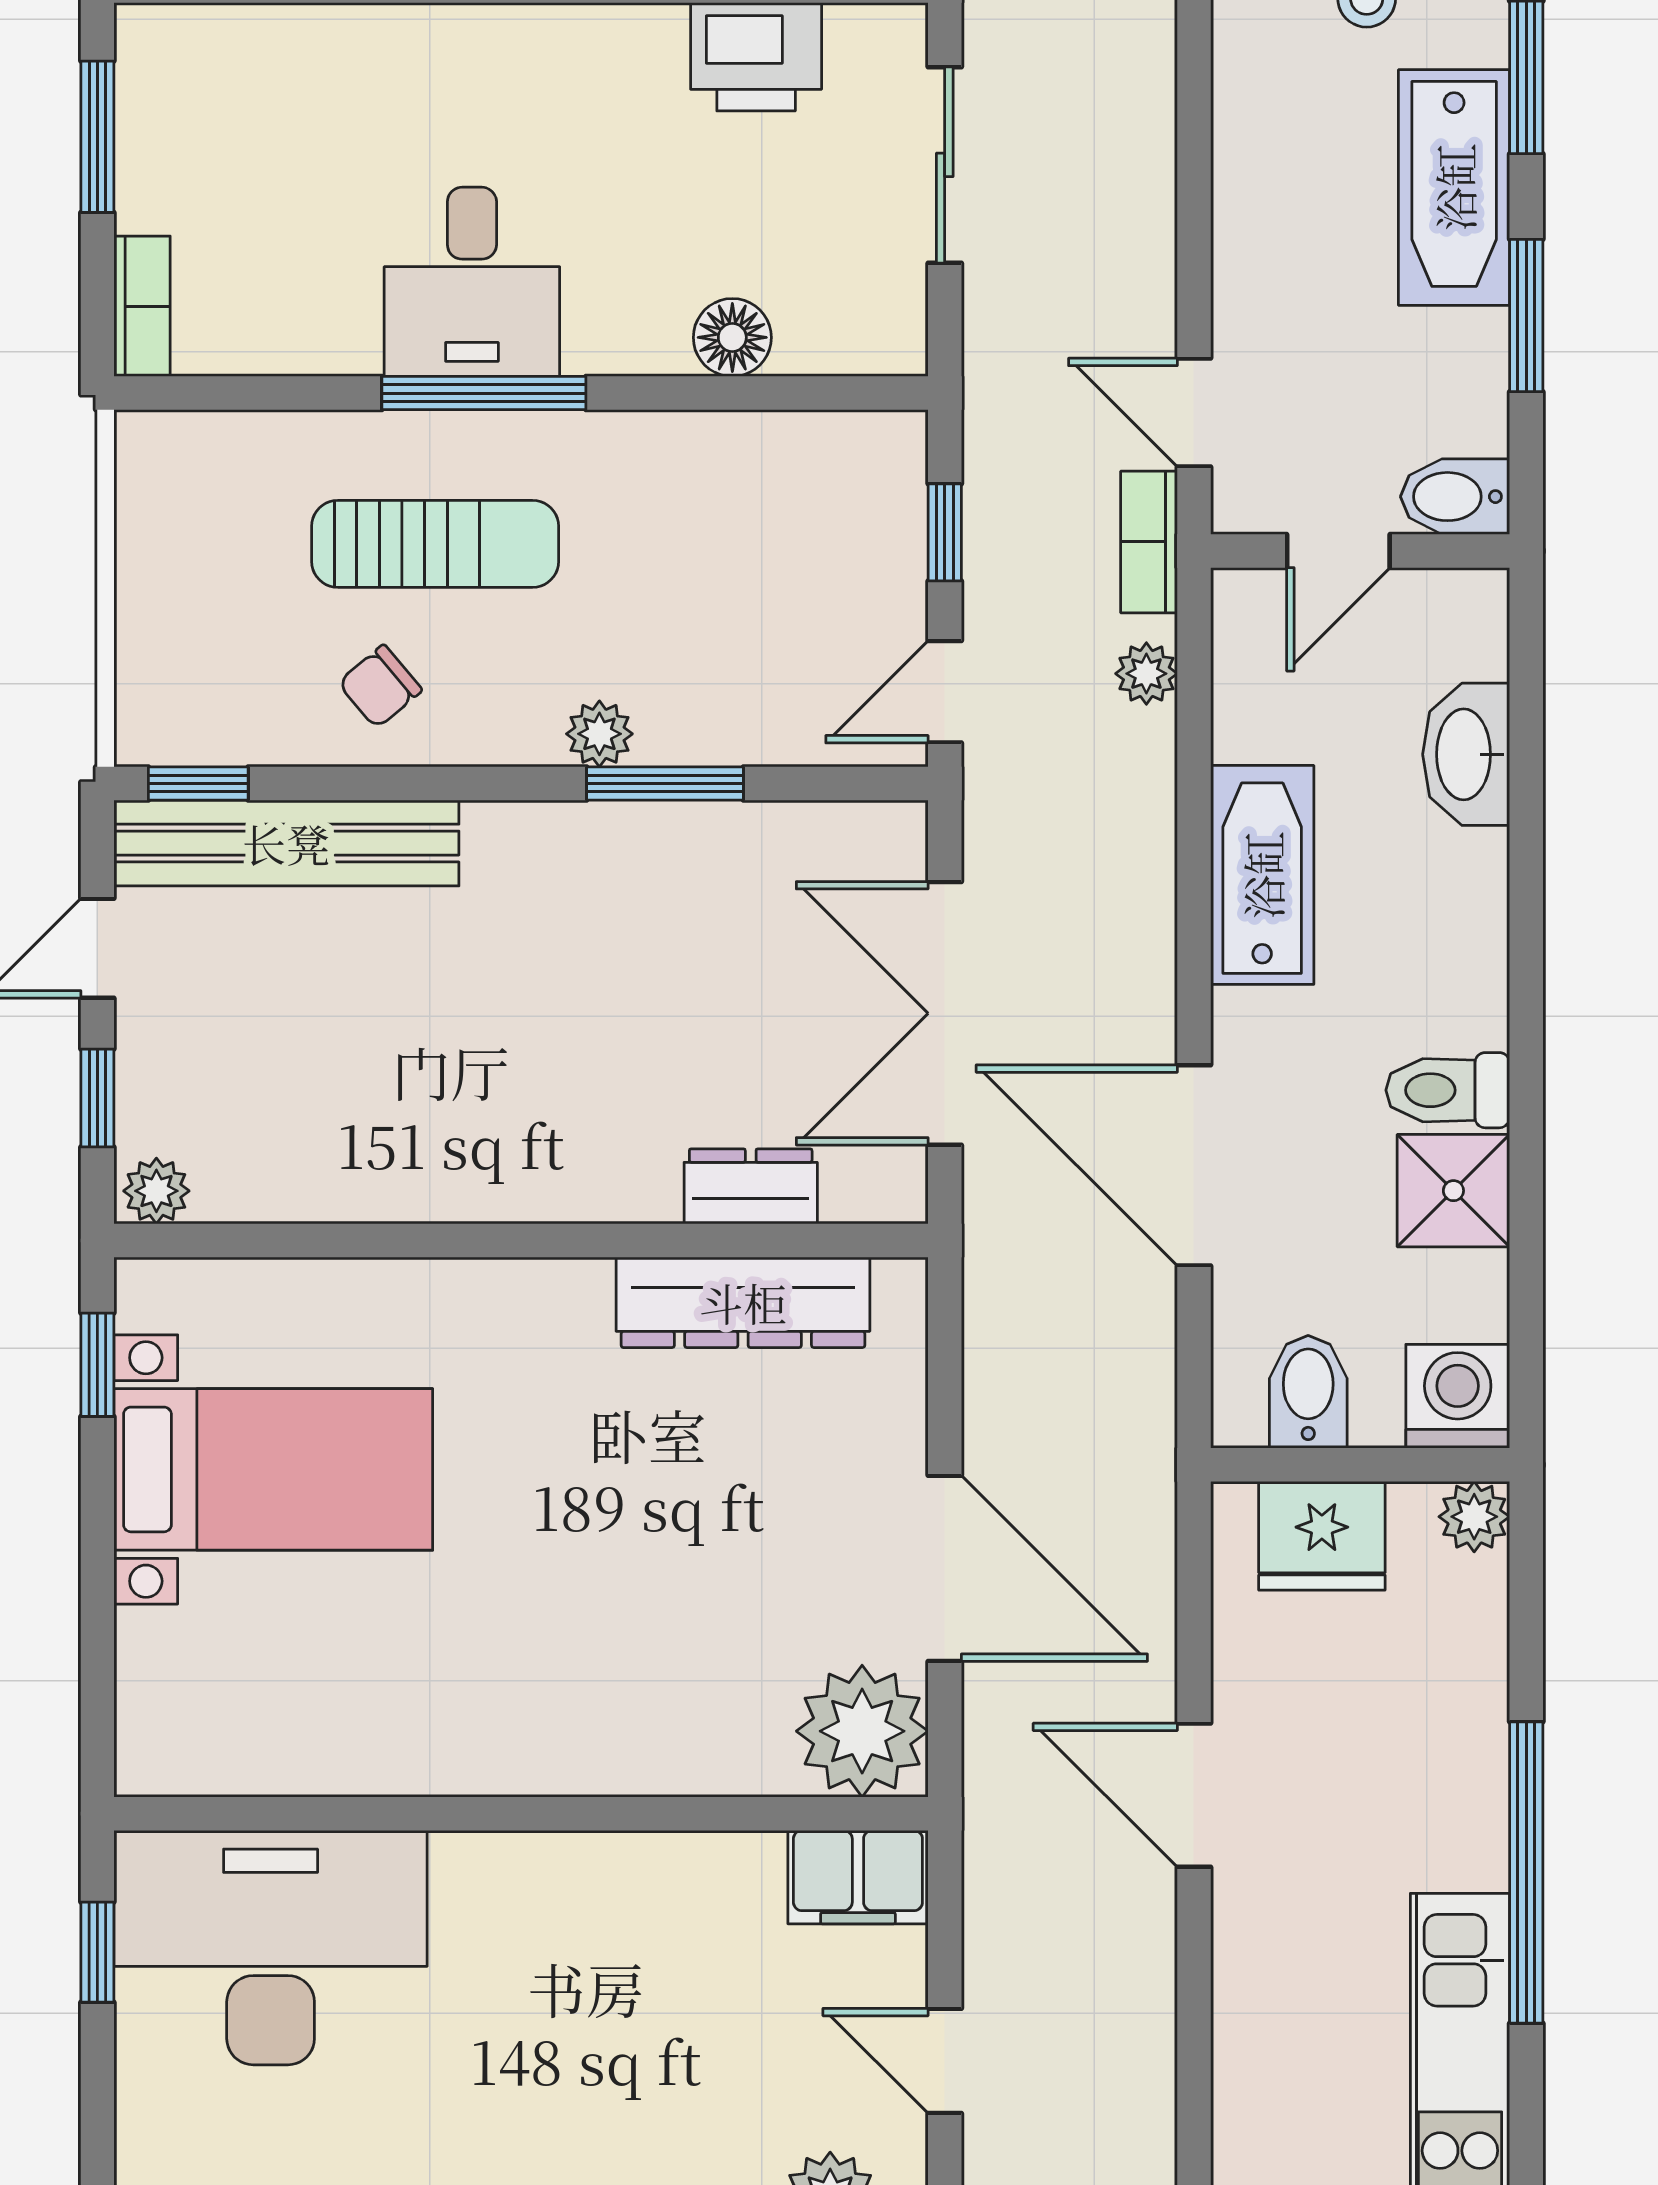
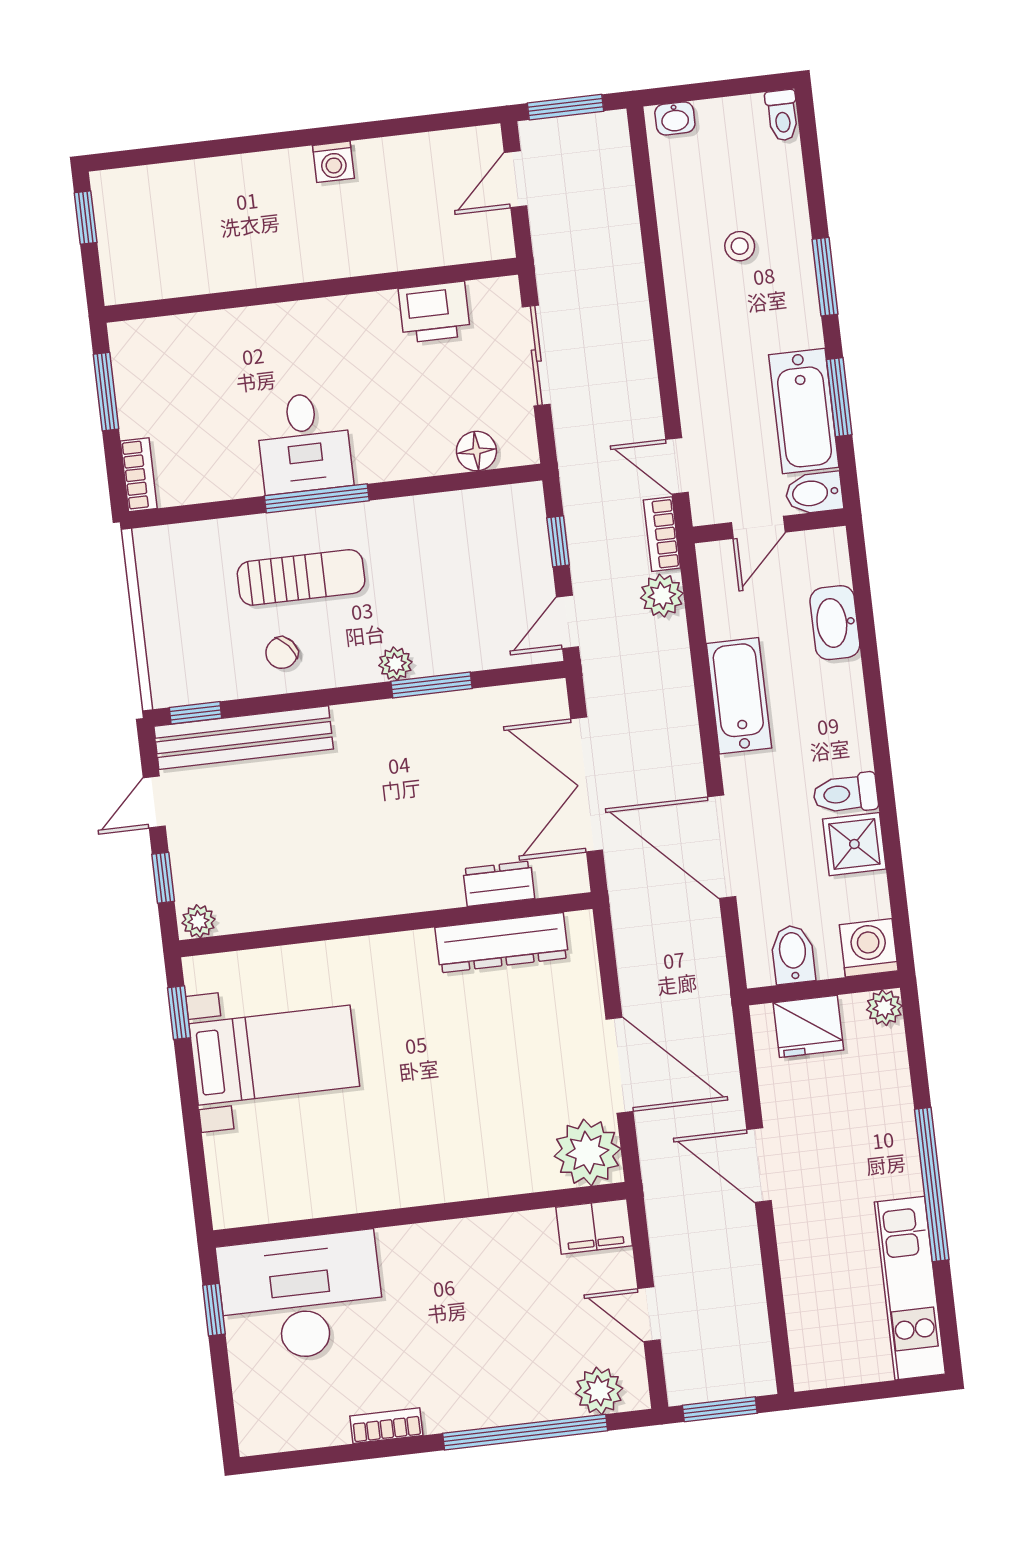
bathtub: (1454, 187) -> (804, 411), moved
floor lamp: (732, 337) -> (476, 451), moved
plant: (1146, 674) -> (662, 596), width x1.38, depth x1.38

